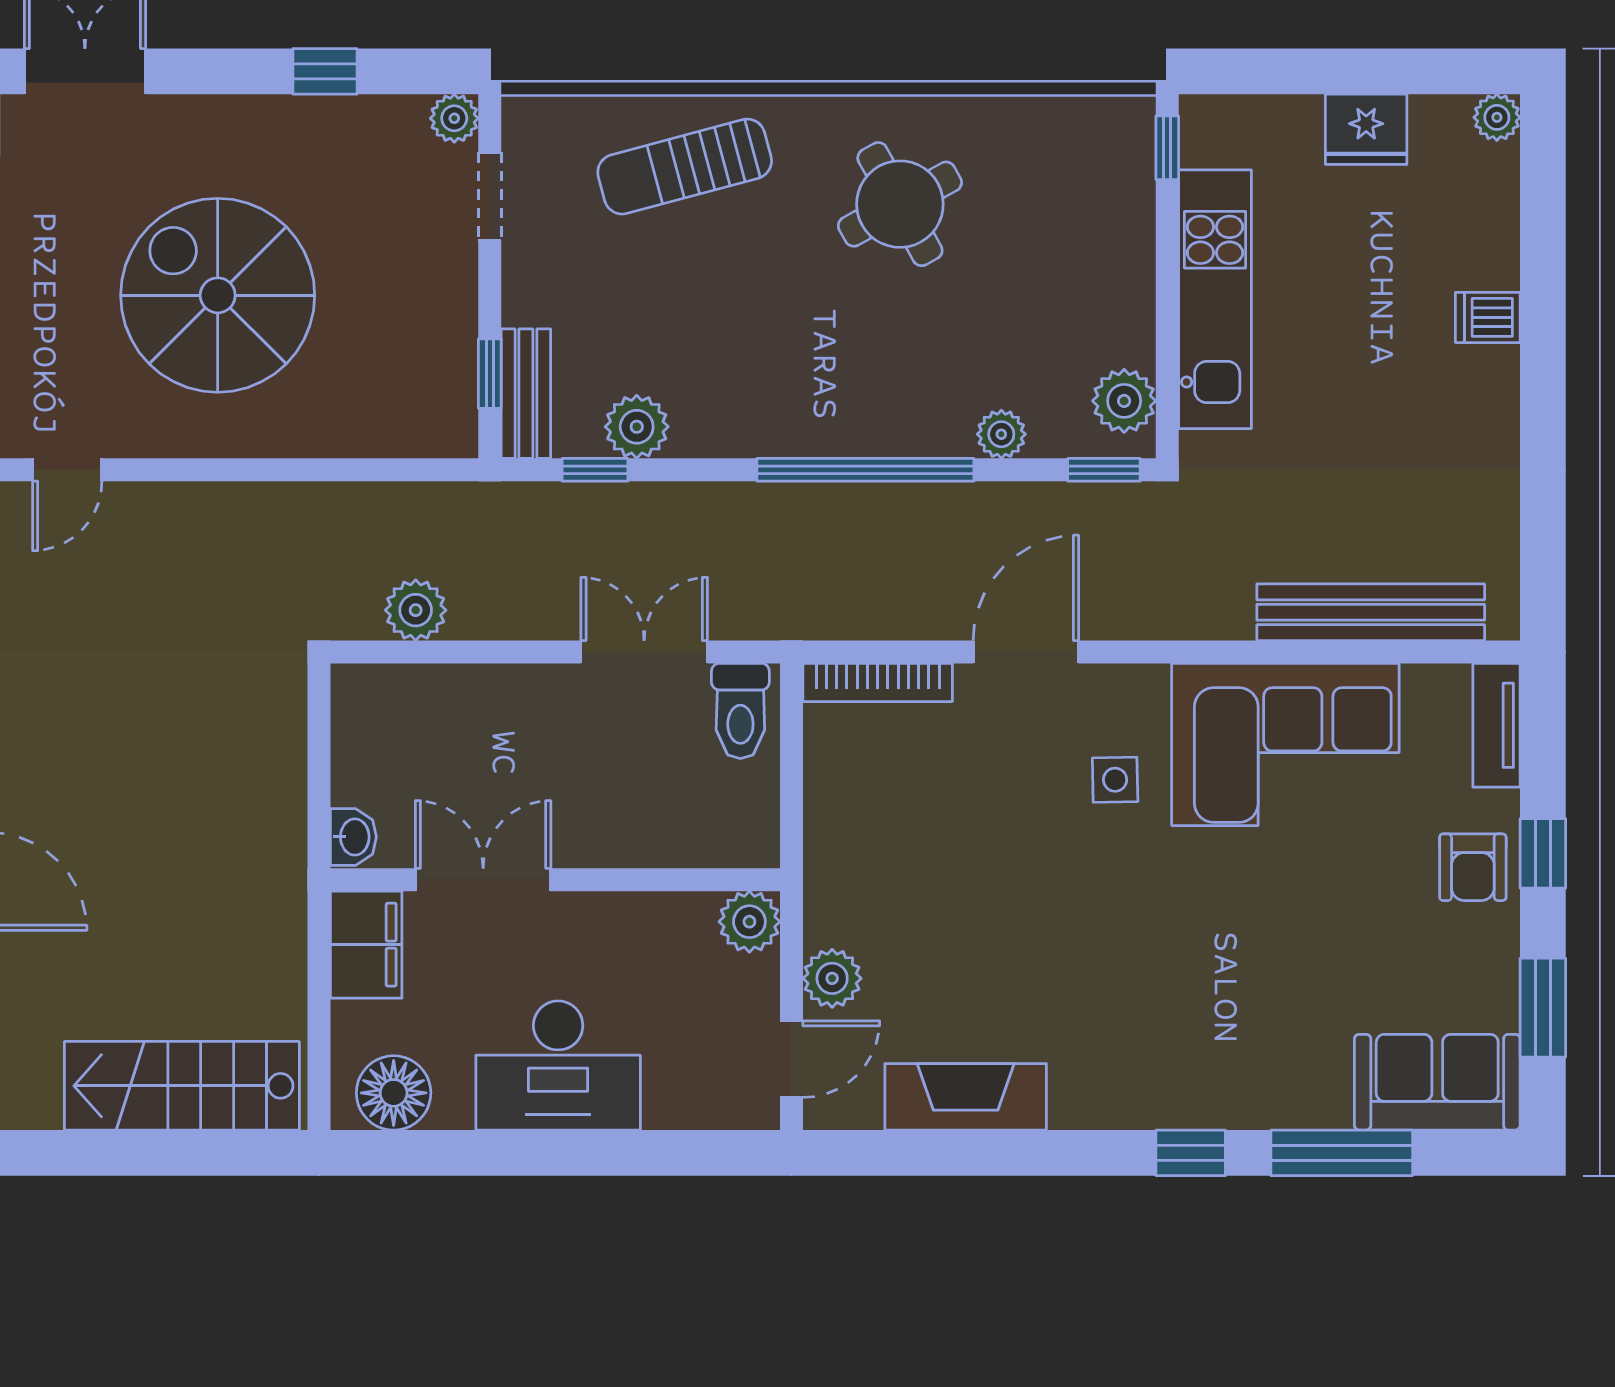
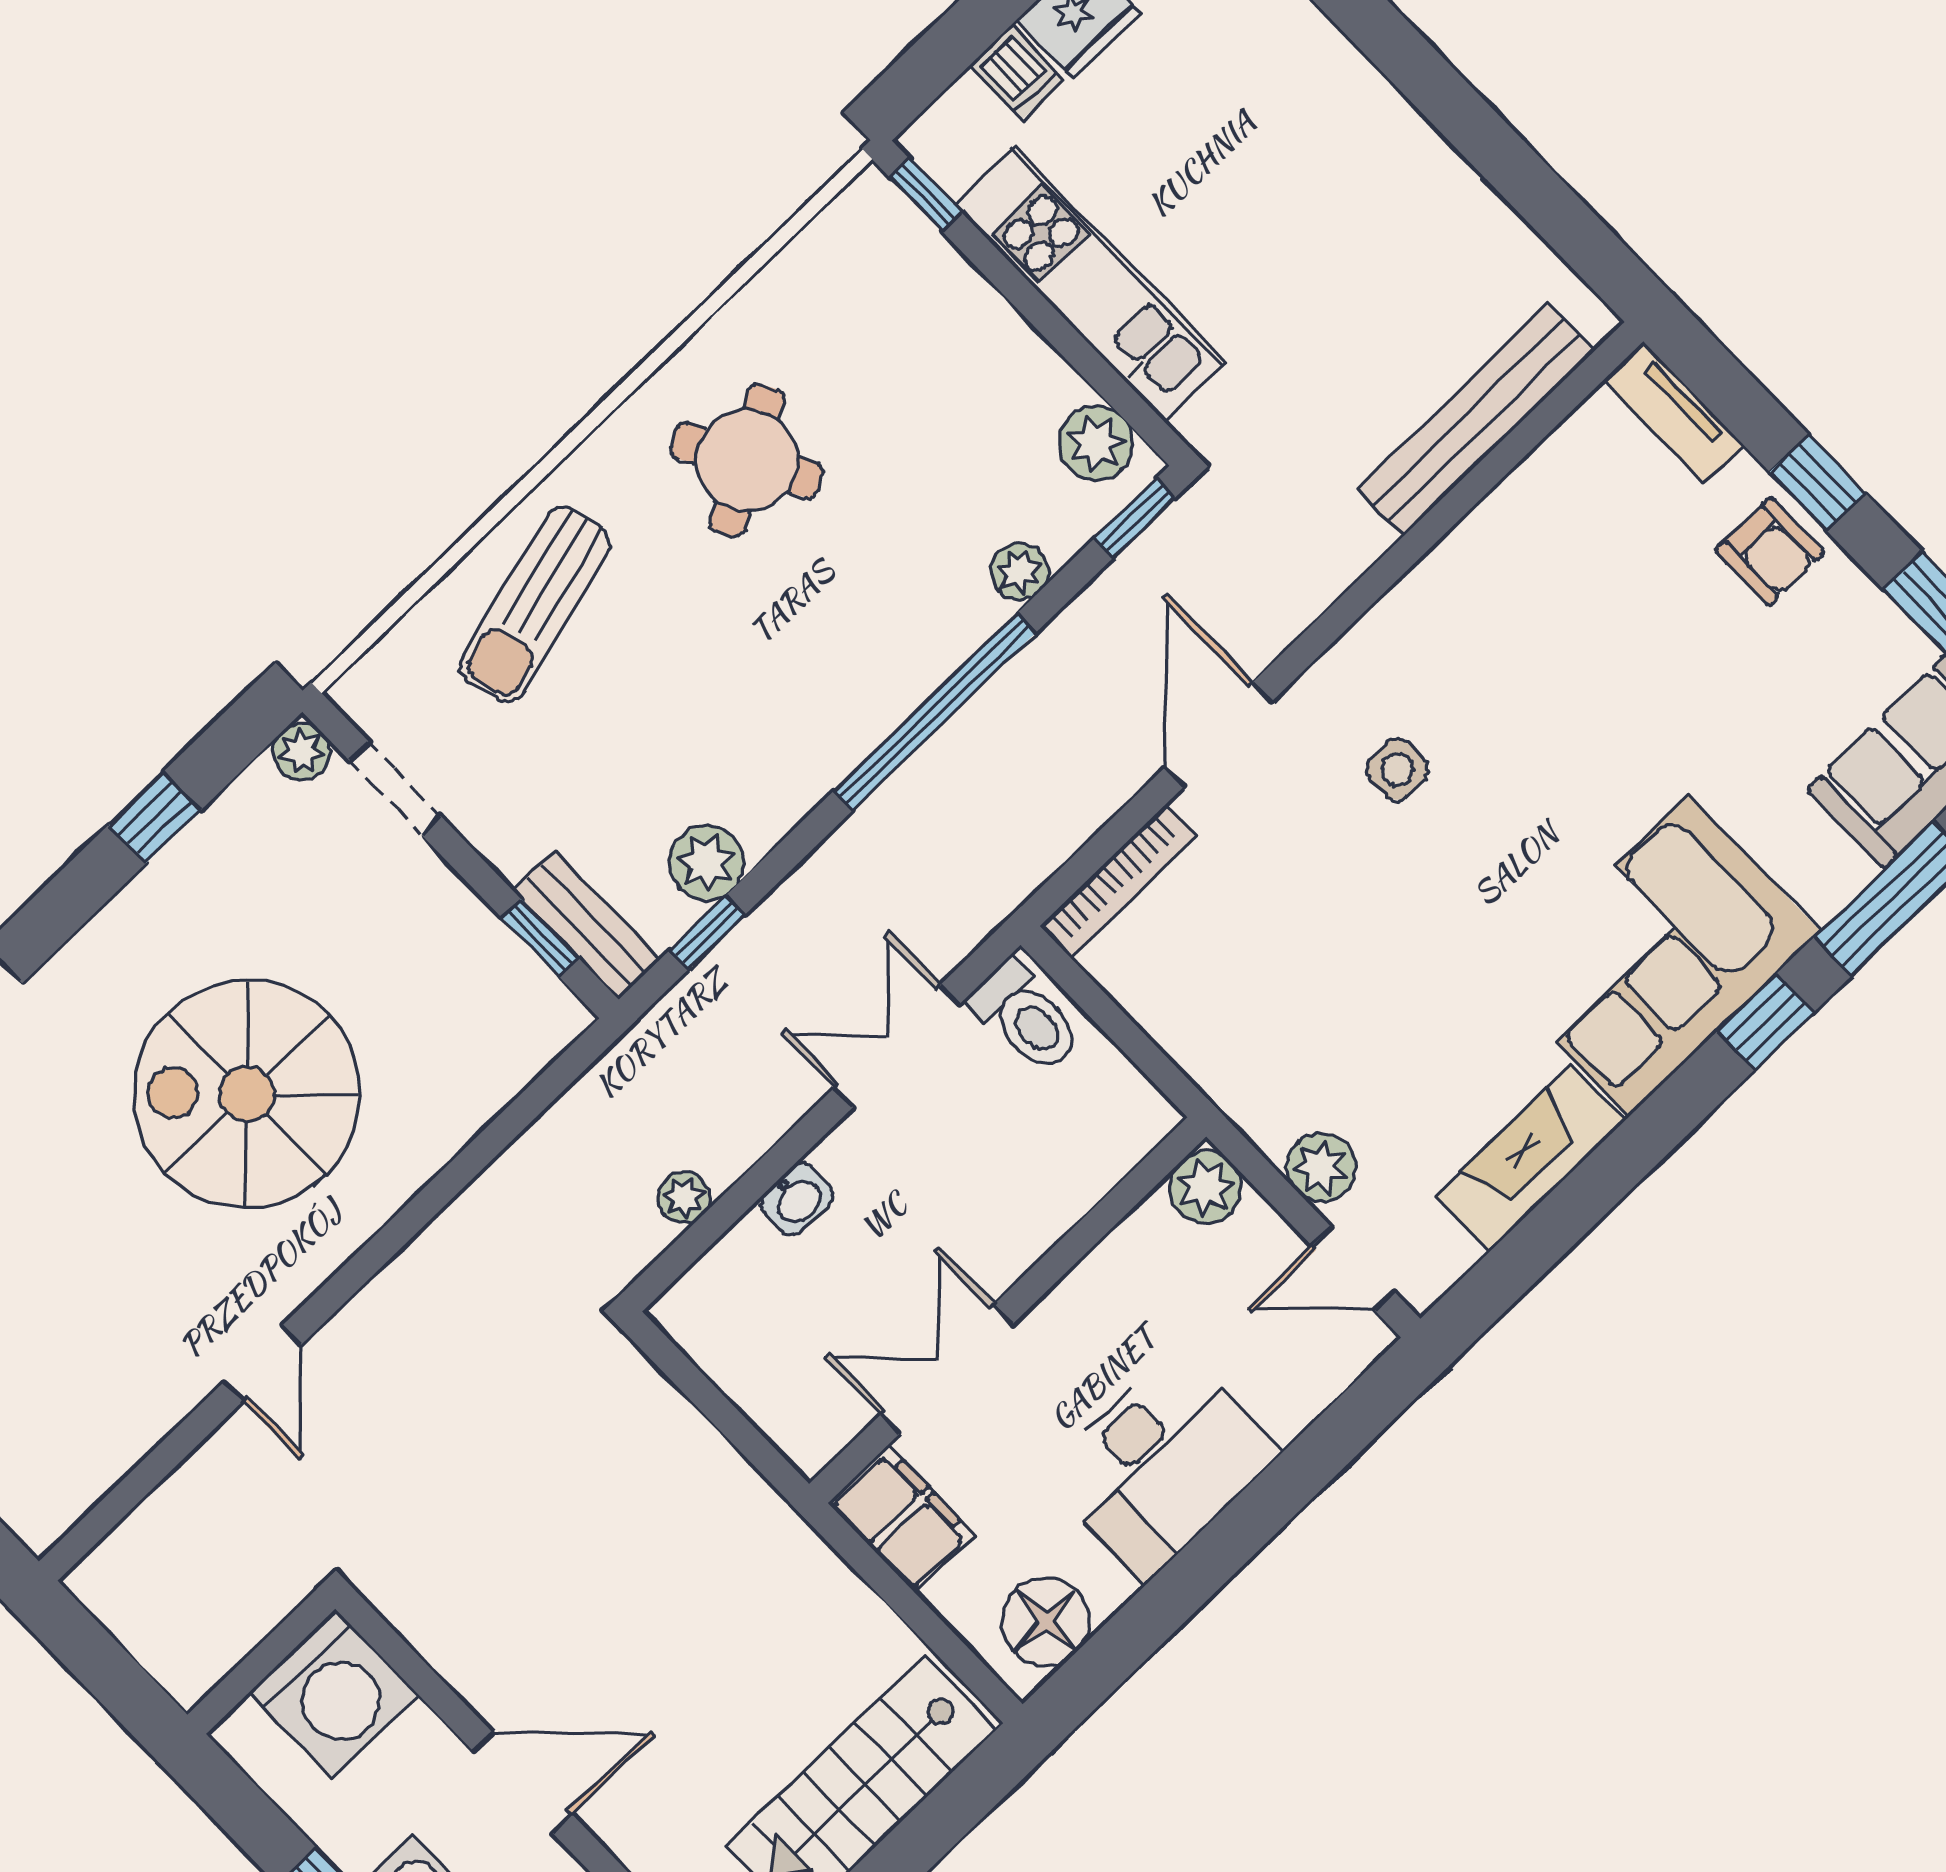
dishwasher: (1488, 317) -> (1016, 72), moved, turned -90
plant: (416, 610) -> (684, 1197), width x0.73, depth x0.73
corner sofa: (1285, 744) -> (1659, 956), moved, turned 180
washbasin: (353, 837) -> (797, 1199), moved, turned 90
door: (791, 1059) -> (1353, 1269), swing flipped

